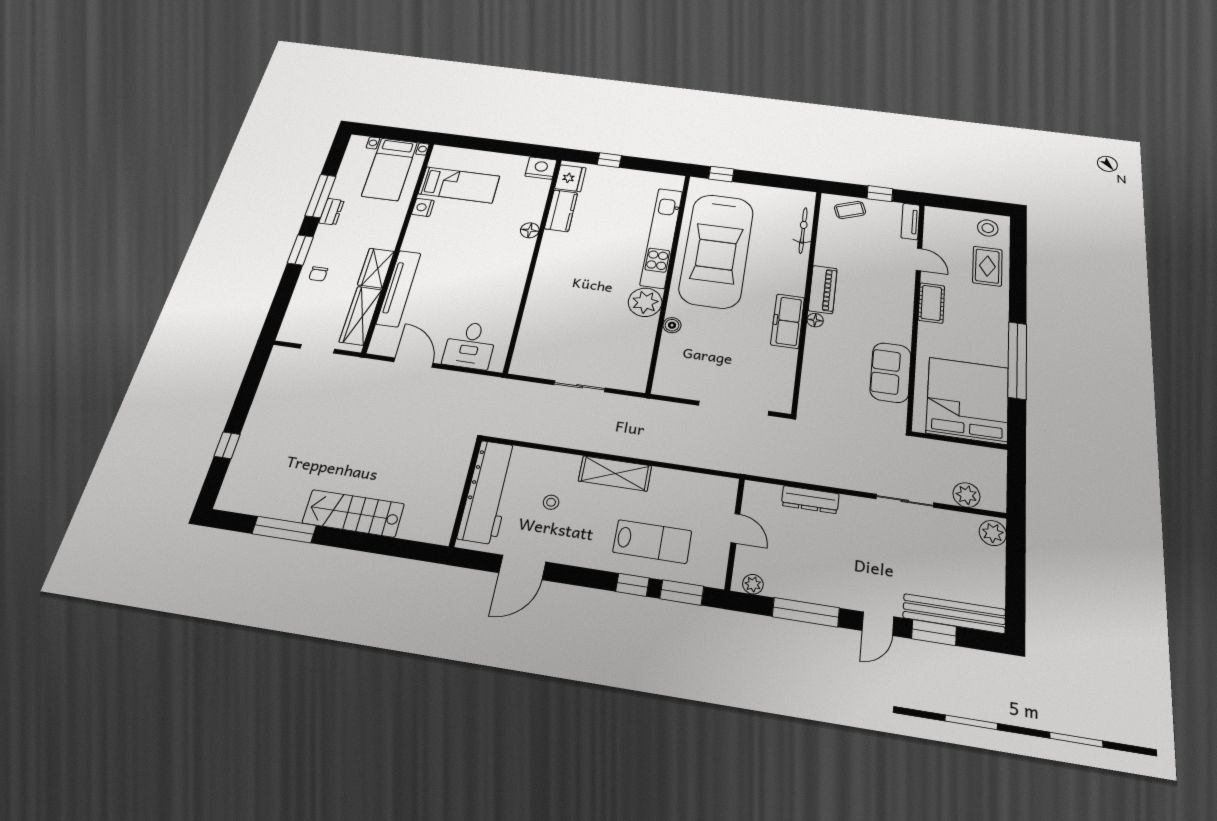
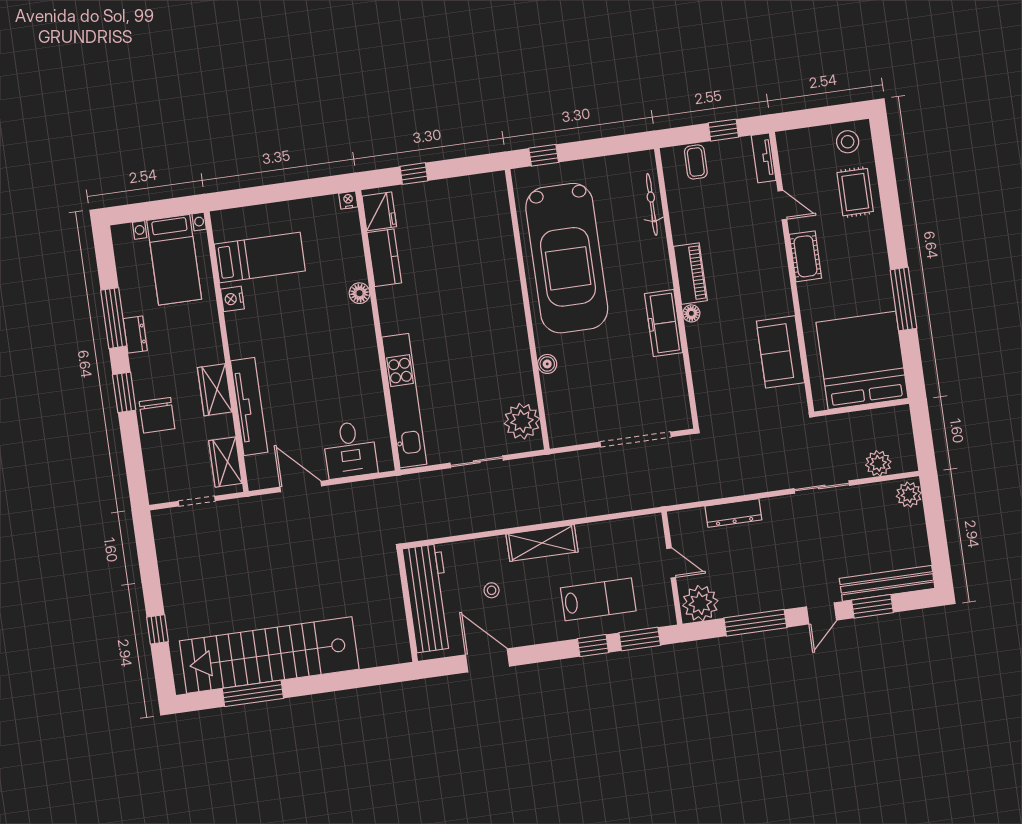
nightstand: (541, 168) -> (348, 200), width x0.53, depth x0.56
coffee table: (850, 210) -> (696, 162), turned -70
kitchen unit: (662, 238) -> (404, 401), moved, turned 180
chair: (318, 274) -> (157, 415), width x1.87, depth x1.87
plant: (645, 302) -> (522, 421), moved
wardrobe: (361, 316) -> (225, 462), width x0.67
window: (1017, 360) -> (903, 299), width x0.68
stairs: (353, 513) -> (269, 655), width x1.86, depth x1.51
door: (522, 567) -> (488, 660), swing flipped
plant: (753, 584) -> (700, 603), width x1.88, depth x1.88

